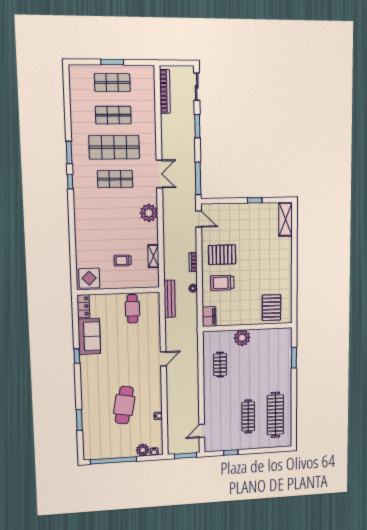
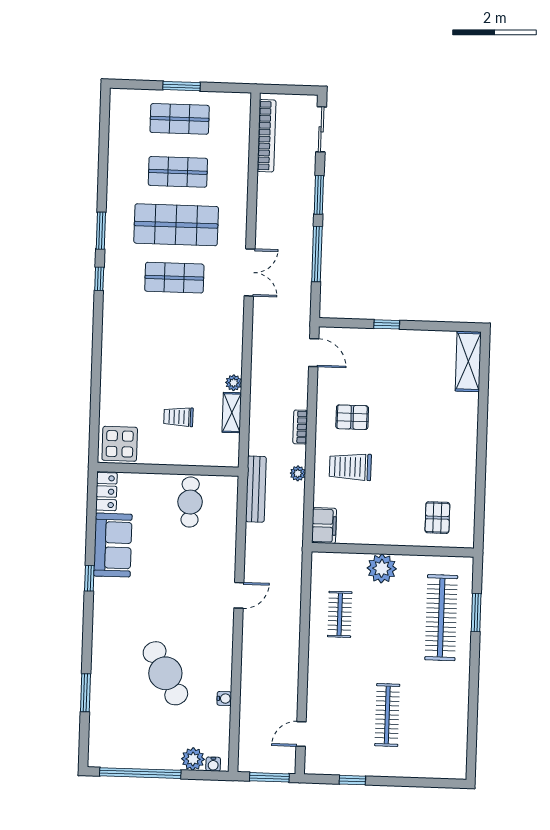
window: (198, 178) -> (317, 254), moved
window: (255, 200) -> (387, 324), moved
plant: (149, 213) -> (234, 383), moved, width x0.53, depth x0.53
pallet: (222, 255) -> (352, 417), width x0.67, depth x0.71
pallet: (271, 308) -> (437, 518), width x0.67, depth x0.71
cafe table: (124, 405) -> (165, 673), turned -39
clothes rail: (275, 415) -> (441, 618), moved

